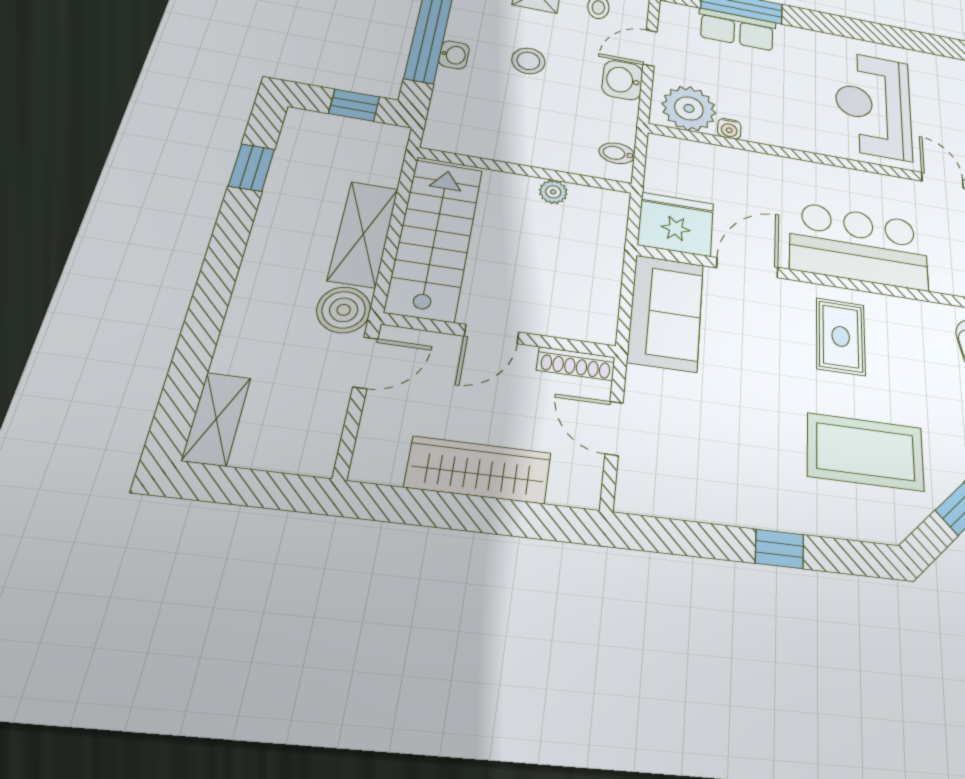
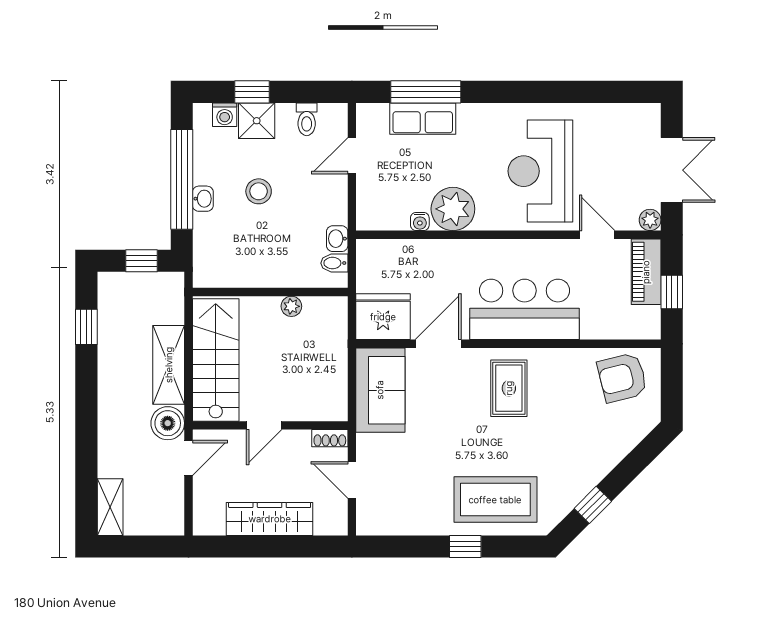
washbasin: (622, 80) -> (337, 239), moved, width x0.72, depth x0.69
plant: (689, 108) -> (453, 209), moved
shoe rack: (576, 364) -> (330, 438), width x0.70
coffee table: (865, 452) -> (495, 500), moved

